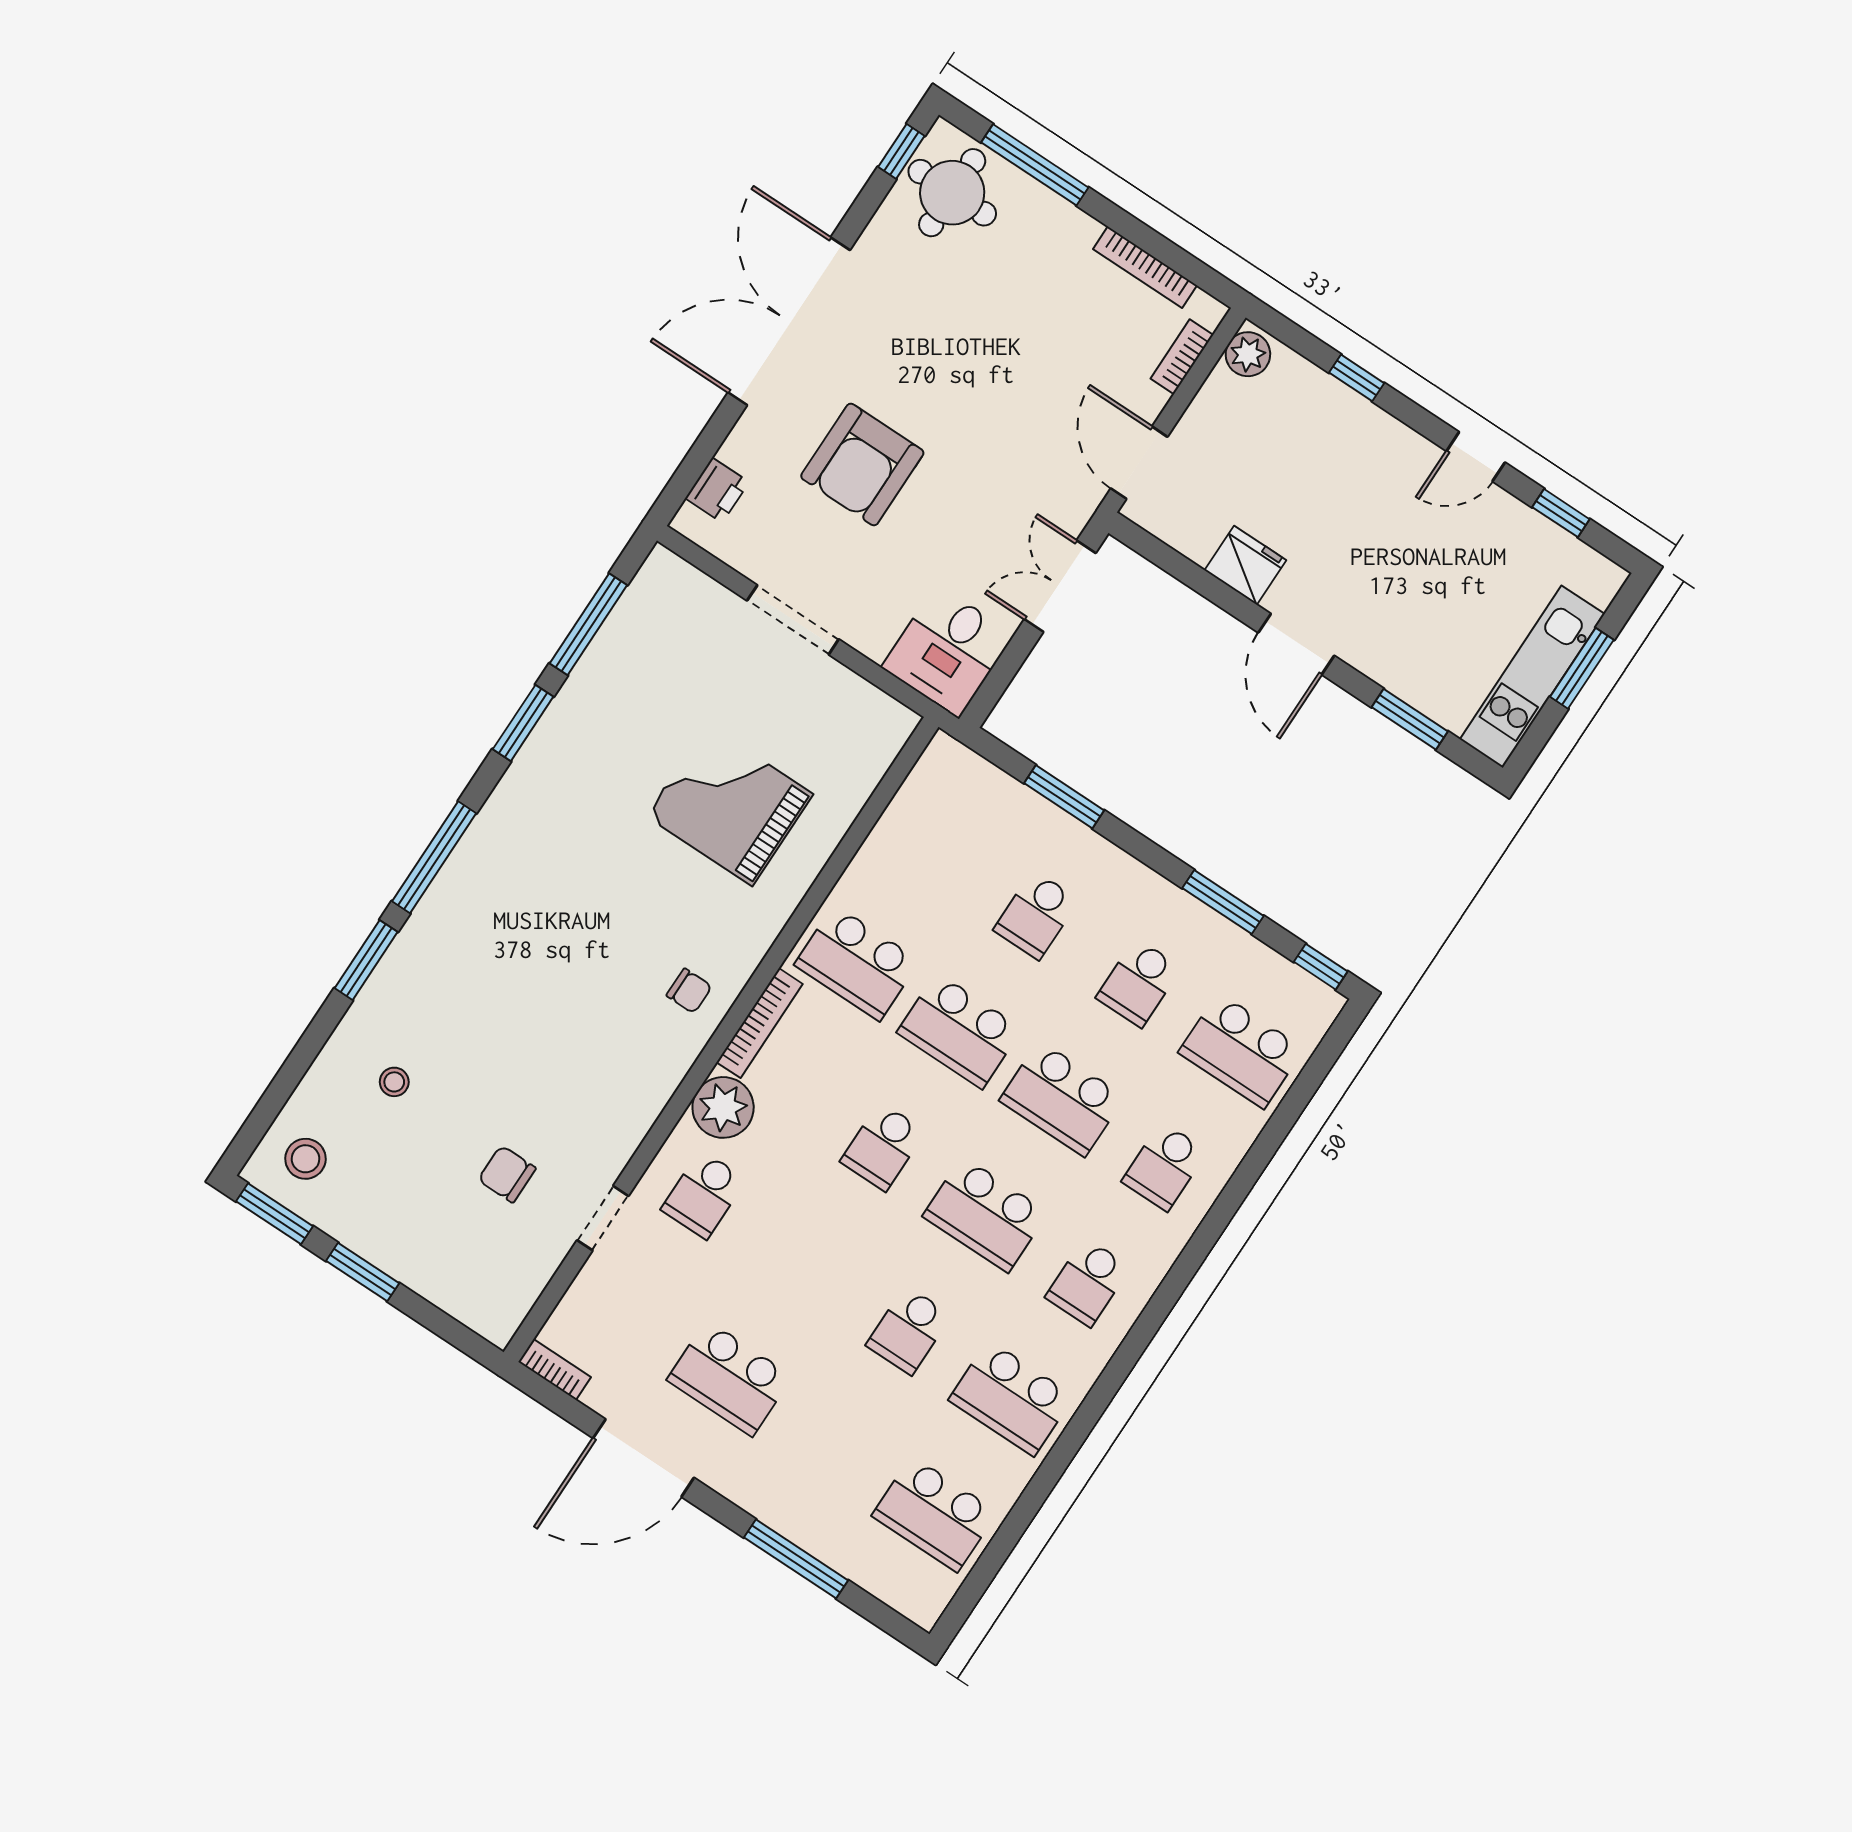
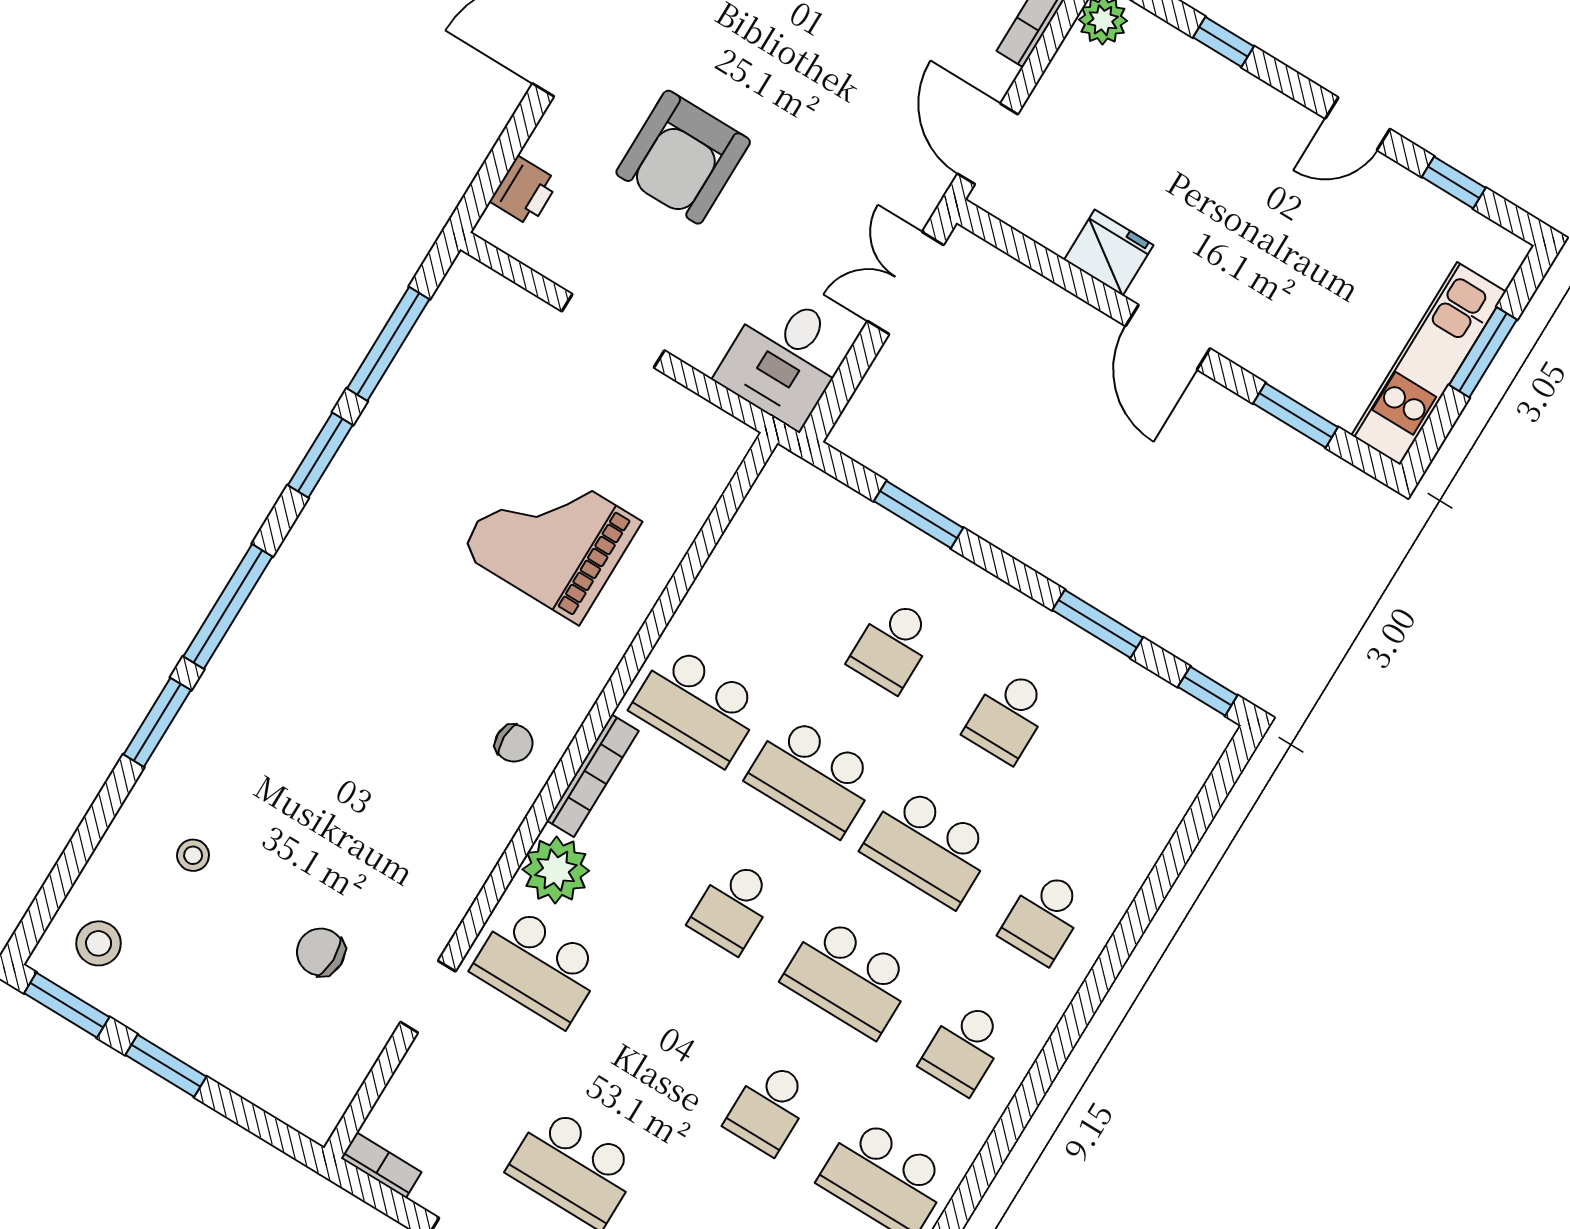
school desk: (1241, 1051) -> (1123, 787), removed
school desk: (704, 1195) -> (538, 967), width x1.85

